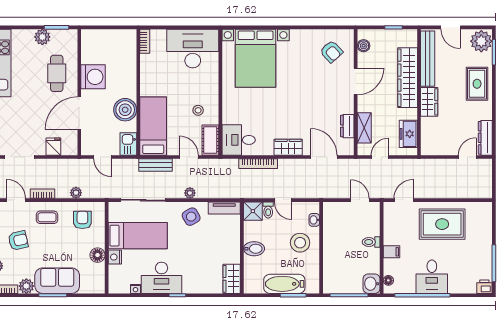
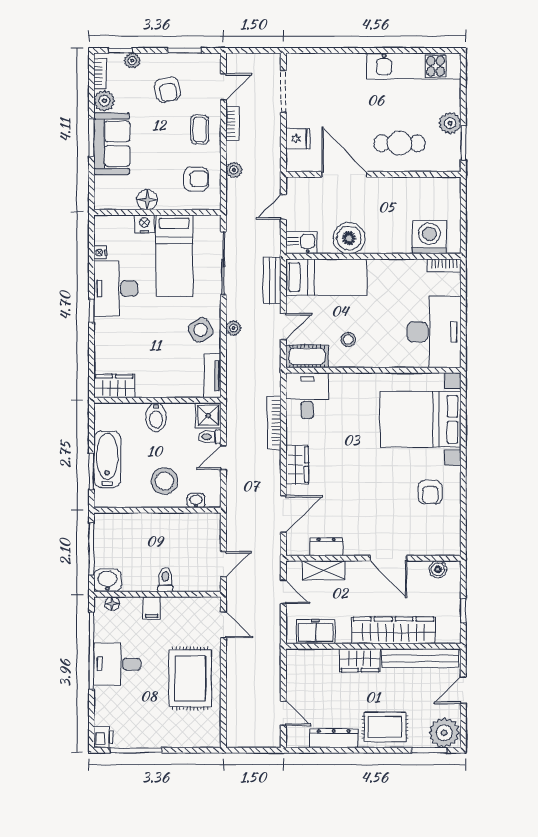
armchair: (331, 52) -> (430, 492), moved, turned -48
washing machine: (93, 77) -> (429, 237), moved, turned 180
dresser: (485, 138) -> (334, 738), moved

